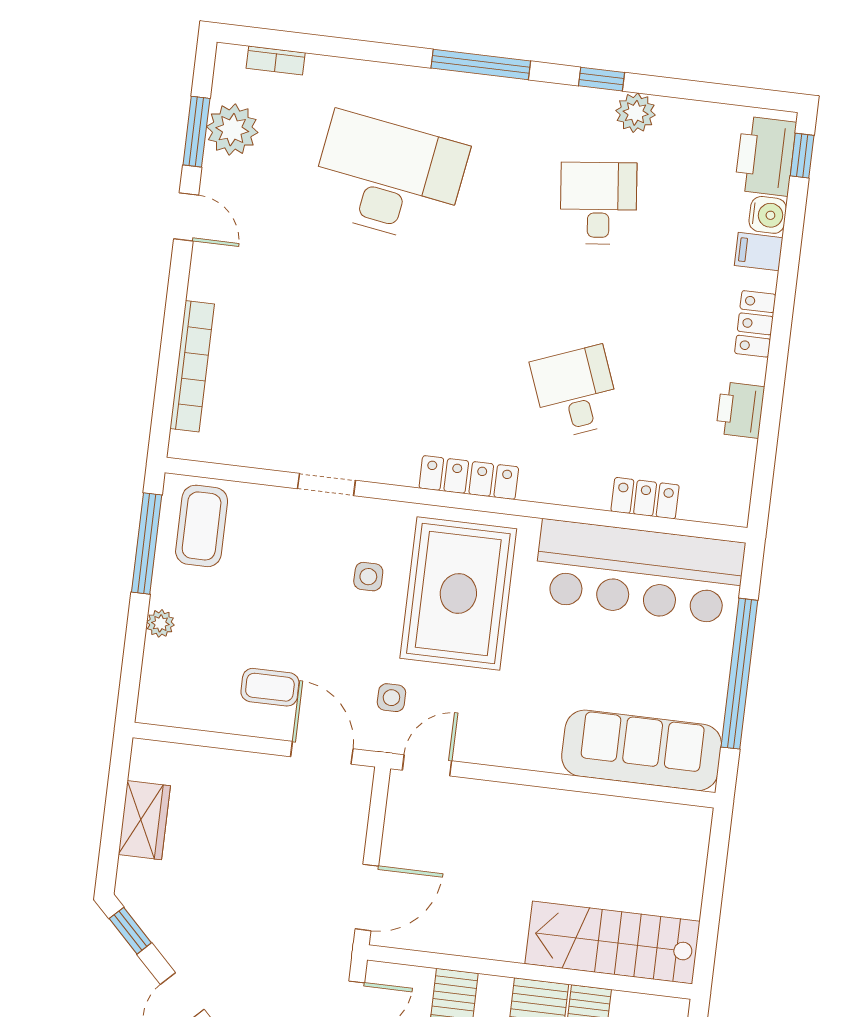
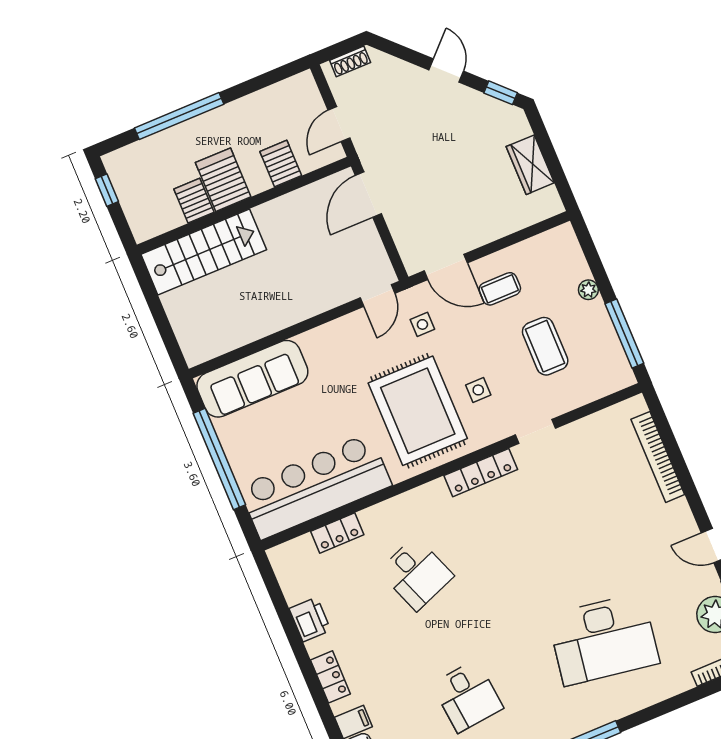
locker: (469, 477) -> (481, 473), moved
coffee table: (202, 526) -> (545, 346), moved

